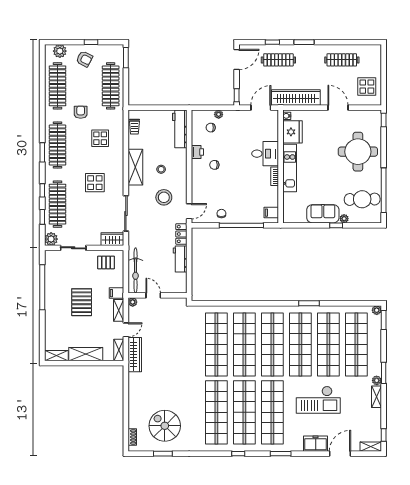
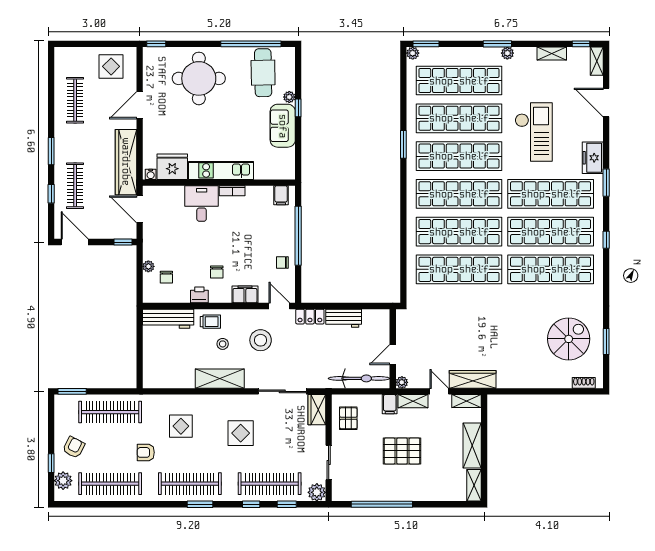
window: (91, 42) -> (51, 463), moved
trolley: (134, 127) -> (210, 322), moved
filing cabinet: (198, 186) -> (245, 294), added
shelving: (376, 397) -> (552, 53), moved
spiral stairs: (165, 426) -> (569, 339), turned 180
freezer: (316, 444) -> (593, 158), moved

